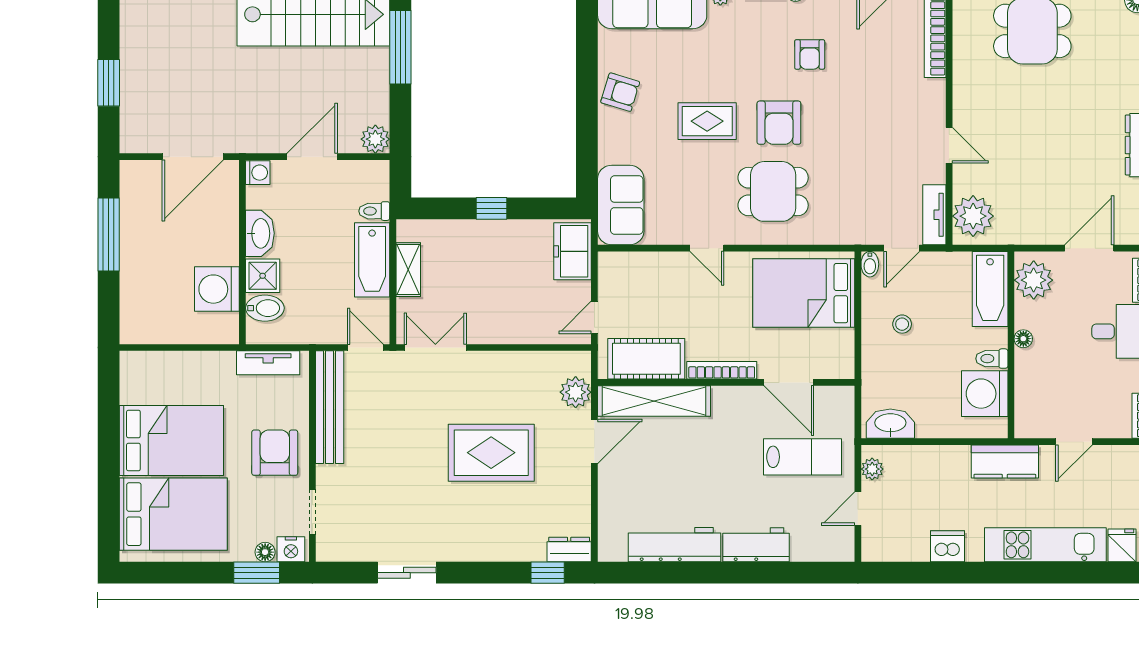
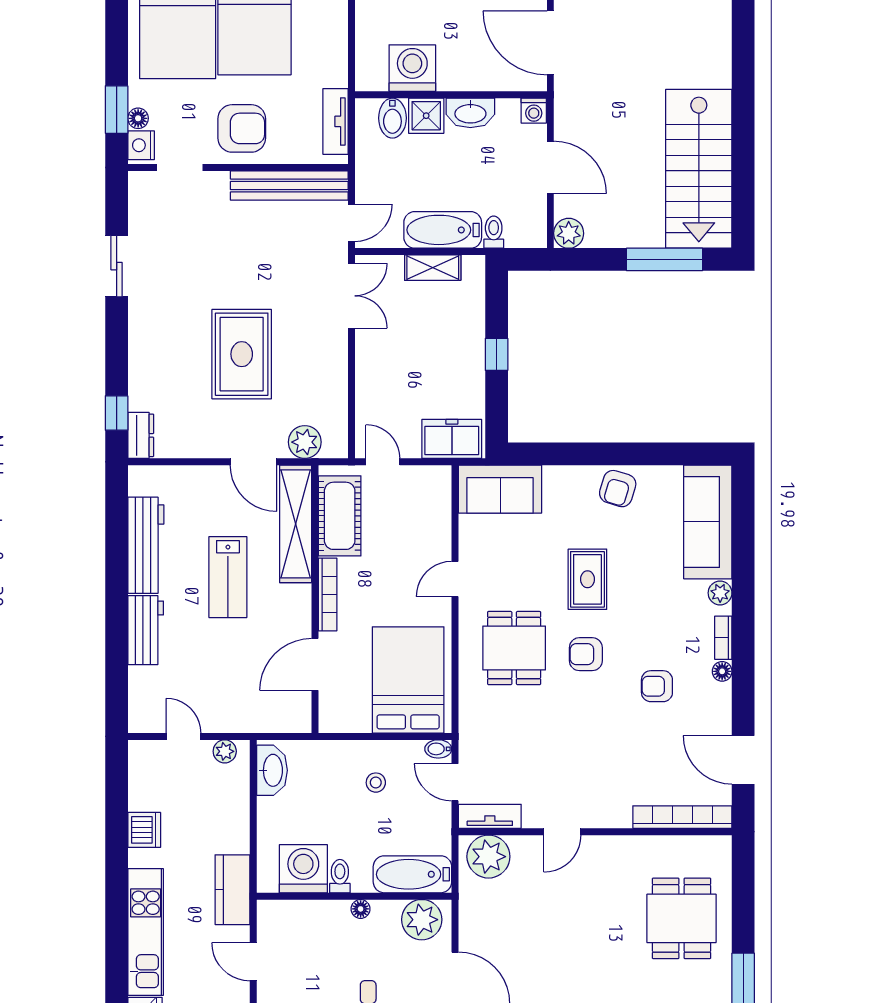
armchair: (779, 123) -> (586, 654), width x0.72, depth x0.72
lab bench: (803, 457) -> (228, 577), moved

